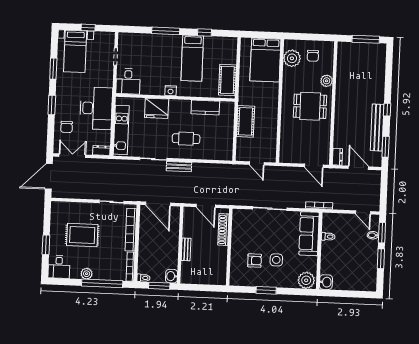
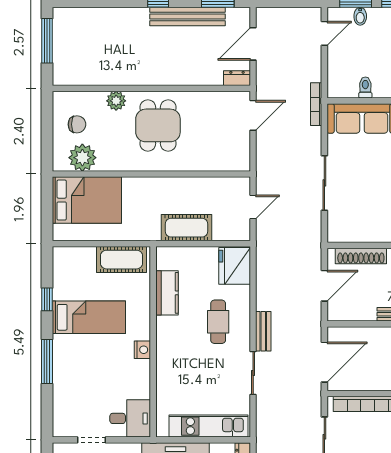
fridge: (157, 108) -> (235, 266), moved, turned 180

